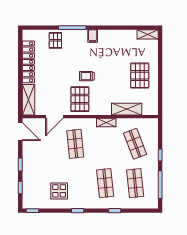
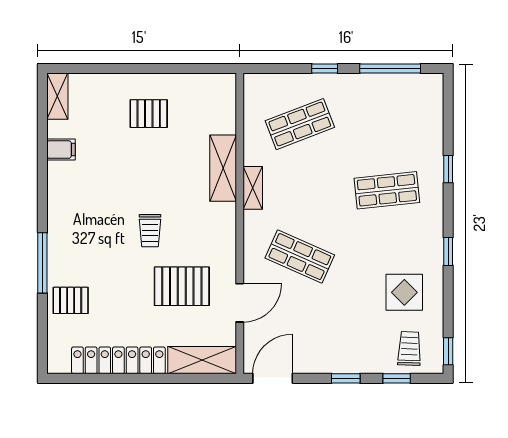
filing cabinet: (93, 36) -> (61, 150), moved
pallet: (140, 76) -> (149, 114), width x0.67, depth x0.71
pallet: (80, 99) -> (182, 286), moved
shelving: (127, 109) -> (223, 168), moved
door: (54, 117) -> (240, 303), hinge flipped
shop shelf: (75, 144) -> (300, 257), turned 30
shop shelf: (135, 183) -> (387, 124), removed
trolley: (34, 193) -> (409, 348), added

